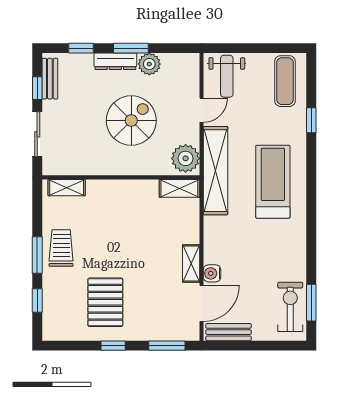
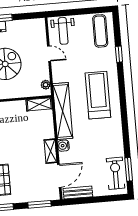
plant: (149, 64) -> (14, 27), removed
door: (201, 110) -> (49, 54), hinge flipped
plant: (186, 158) -> (46, 85), width x0.53, depth x0.53
shelving: (216, 171) -> (63, 111), moved
water cooler: (212, 273) -> (63, 146), moved

